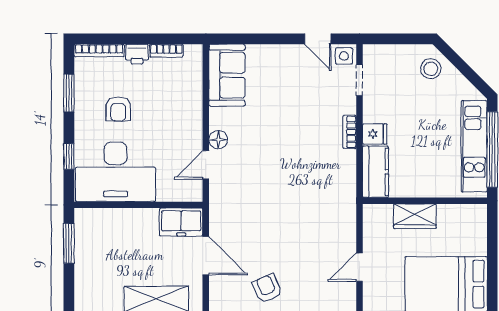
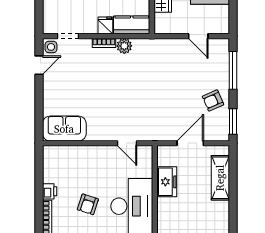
bookcase: (166, 51) -> (47, 171), removed
armchair: (118, 109) -> (88, 204), turned 108
floor lamp: (218, 140) -> (109, 135), removed
plant: (345, 161) -> (124, 46), added
freezer: (181, 222) -> (167, 182), moved

